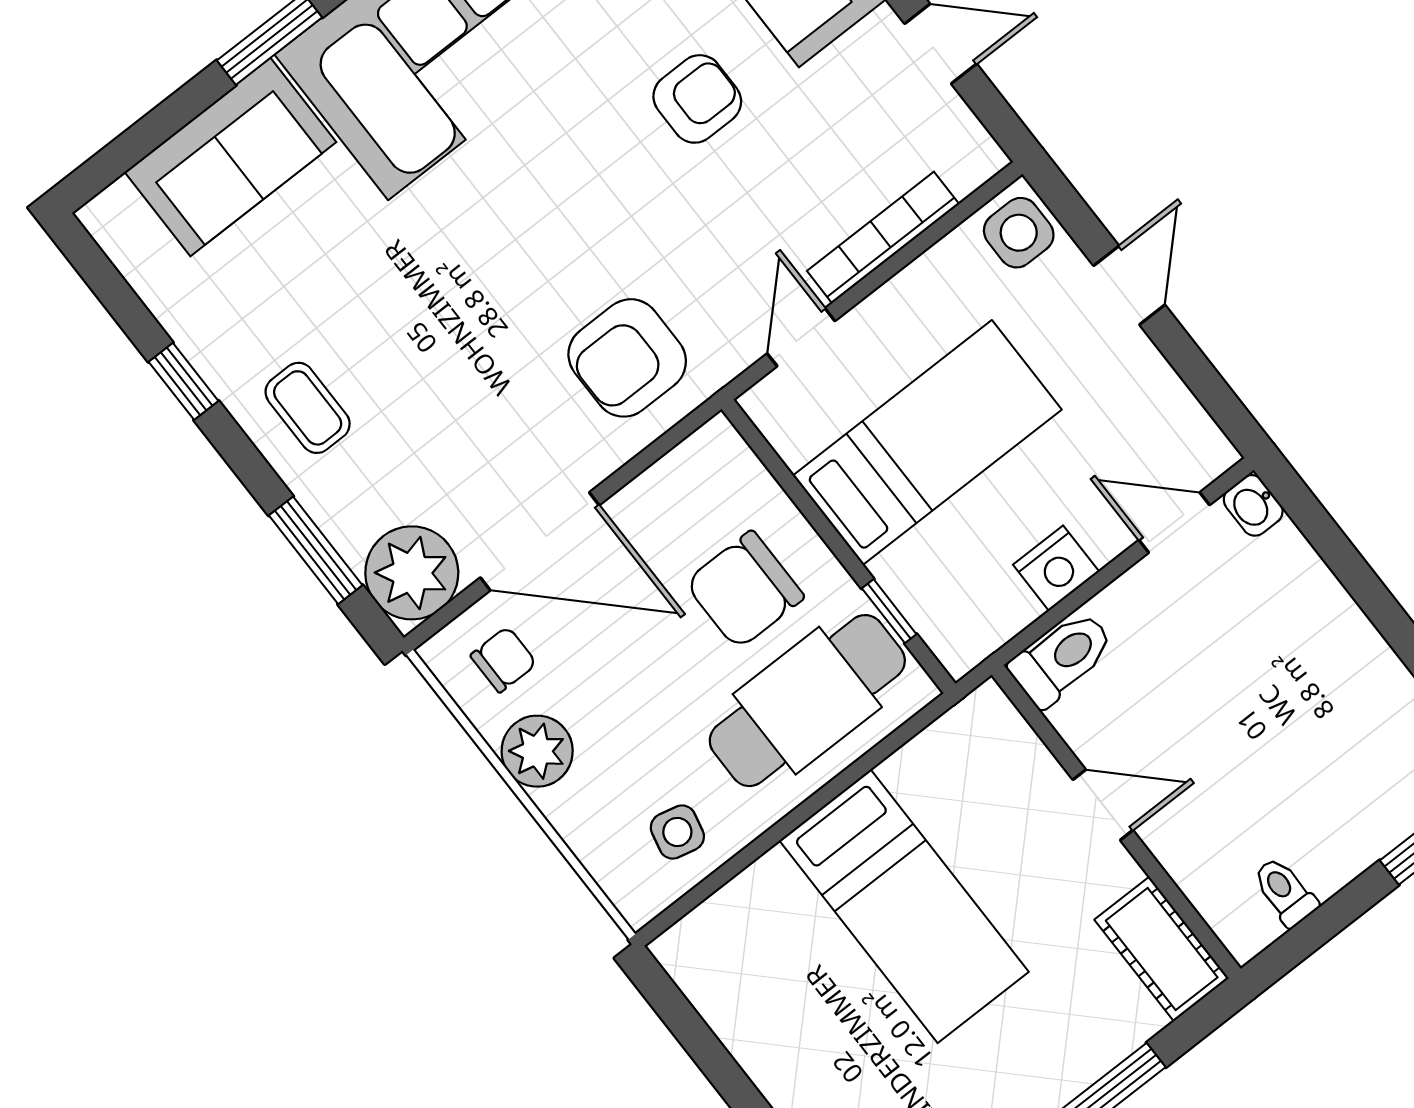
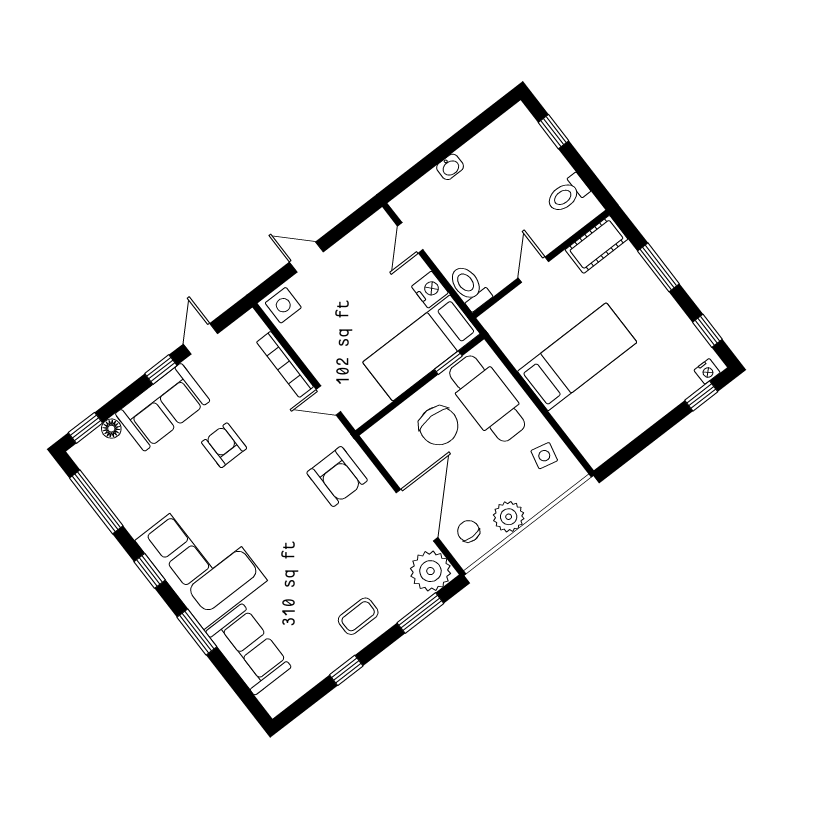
bed: (927, 443) -> (421, 348), moved, turned -90
washbasin: (1253, 505) -> (450, 167), moved
toilet: (1285, 892) -> (567, 194), width x1.37, depth x1.39

